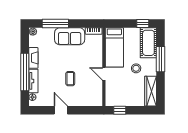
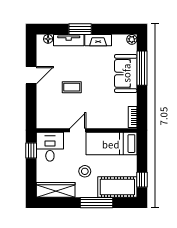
sofa: (70, 36) -> (126, 73), moved
window: (25, 72) -> (80, 29), width x0.47
desk: (117, 96) -> (50, 147), added

